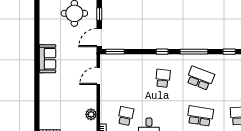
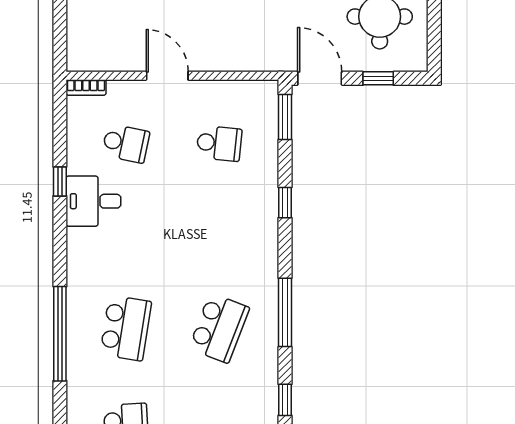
window: (162, 52) -> (285, 203), moved
door: (98, 76) -> (167, 76), moved
school desk: (163, 78) -> (219, 143), moved
plant: (91, 114) -> (130, 58), removed

